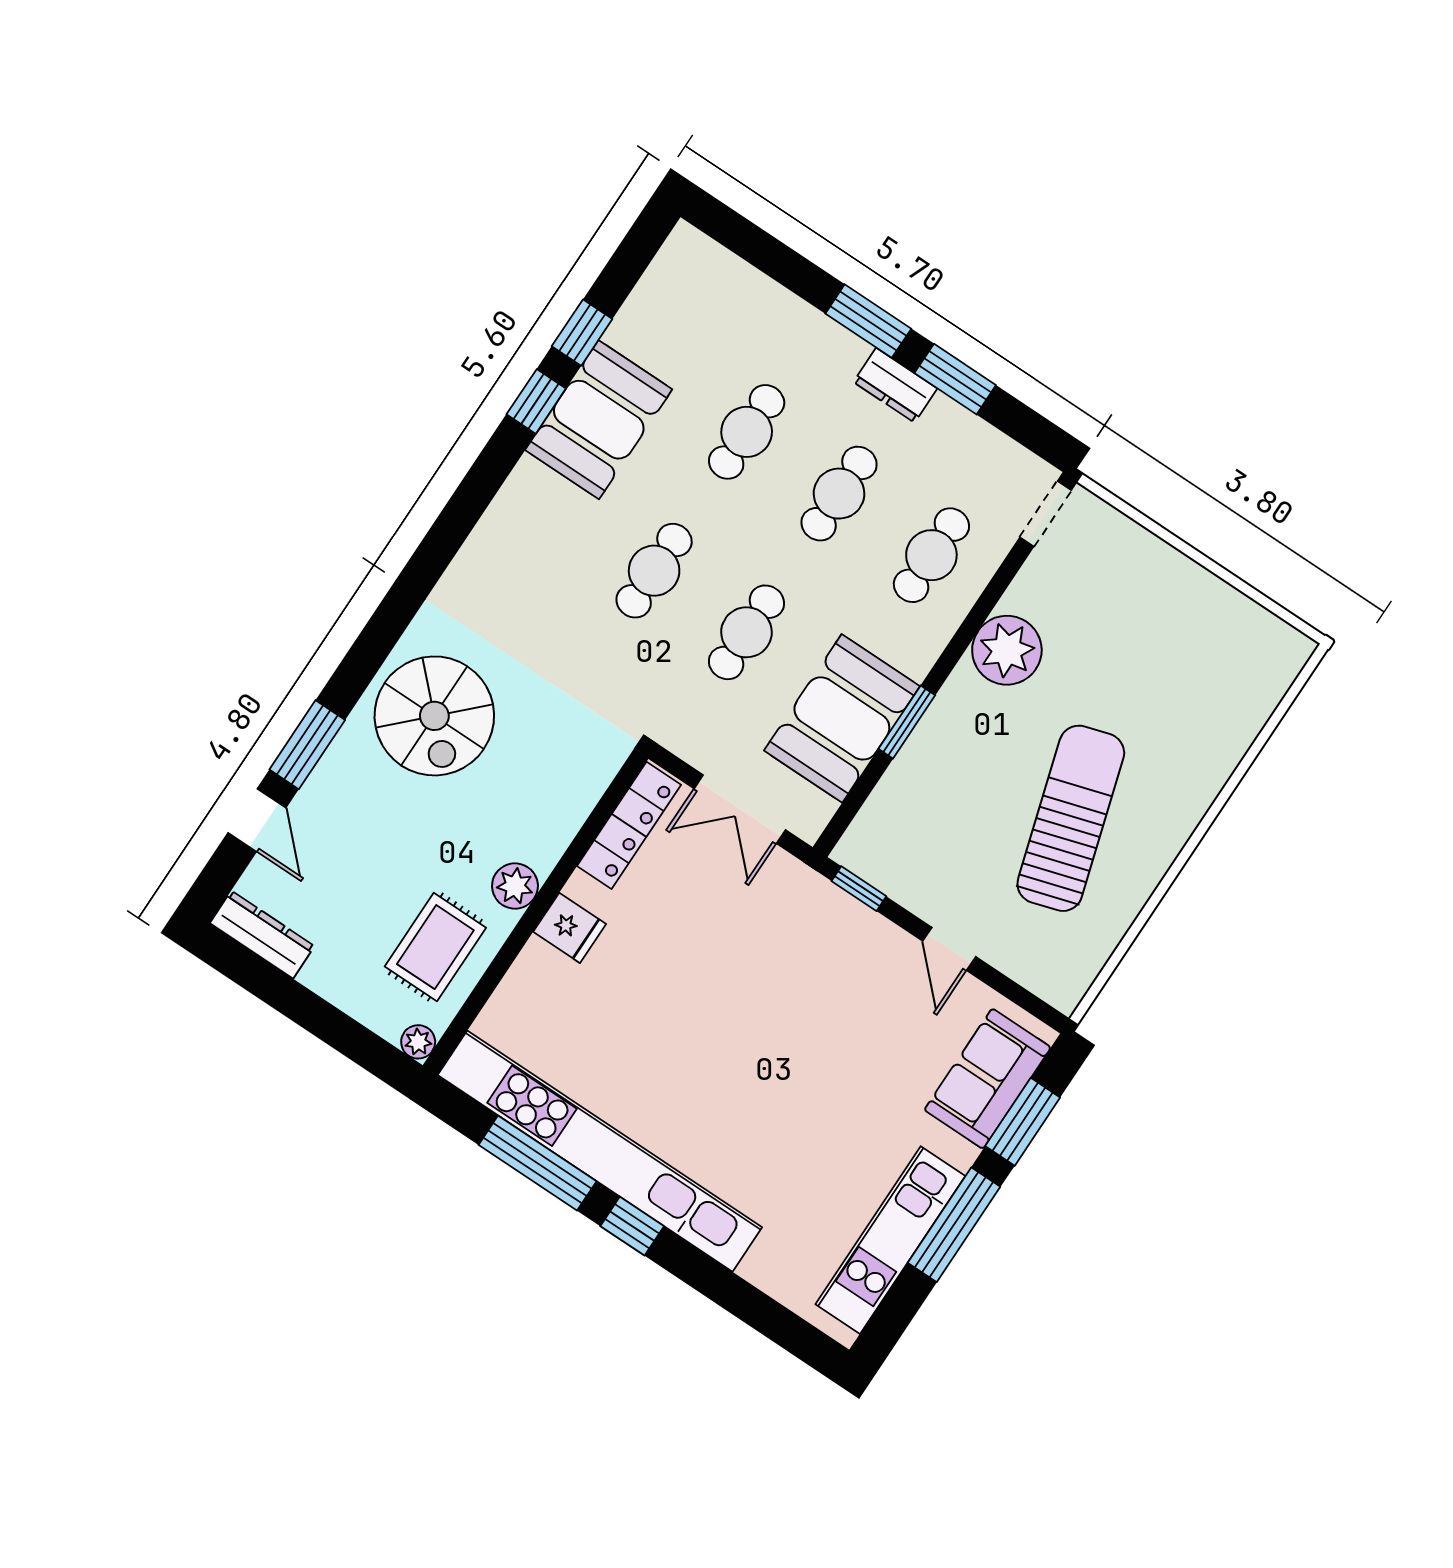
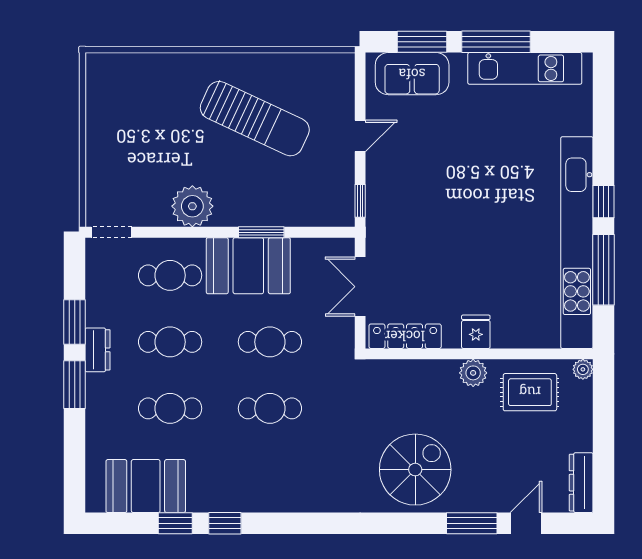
booth: (599, 420) -> (146, 486), moved
booth: (842, 718) -> (248, 266), moved
double door: (740, 809) -> (360, 287), swing flipped
sun lounger: (1071, 818) -> (255, 119), turned -138

